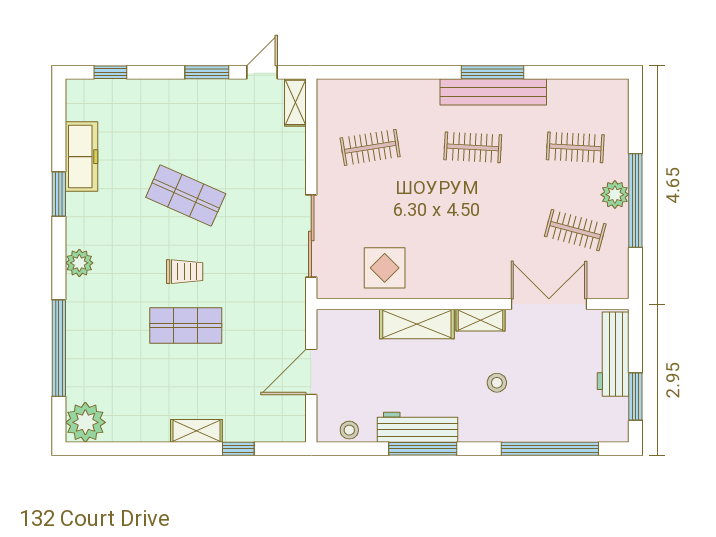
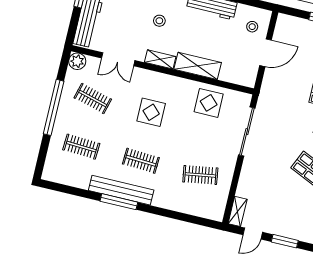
plant: (615, 195) -> (77, 61), moved
display table: (475, 230) -> (151, 112), added
double door: (549, 304) -> (118, 59), width x0.73
stool: (349, 430) -> (252, 27), moved

